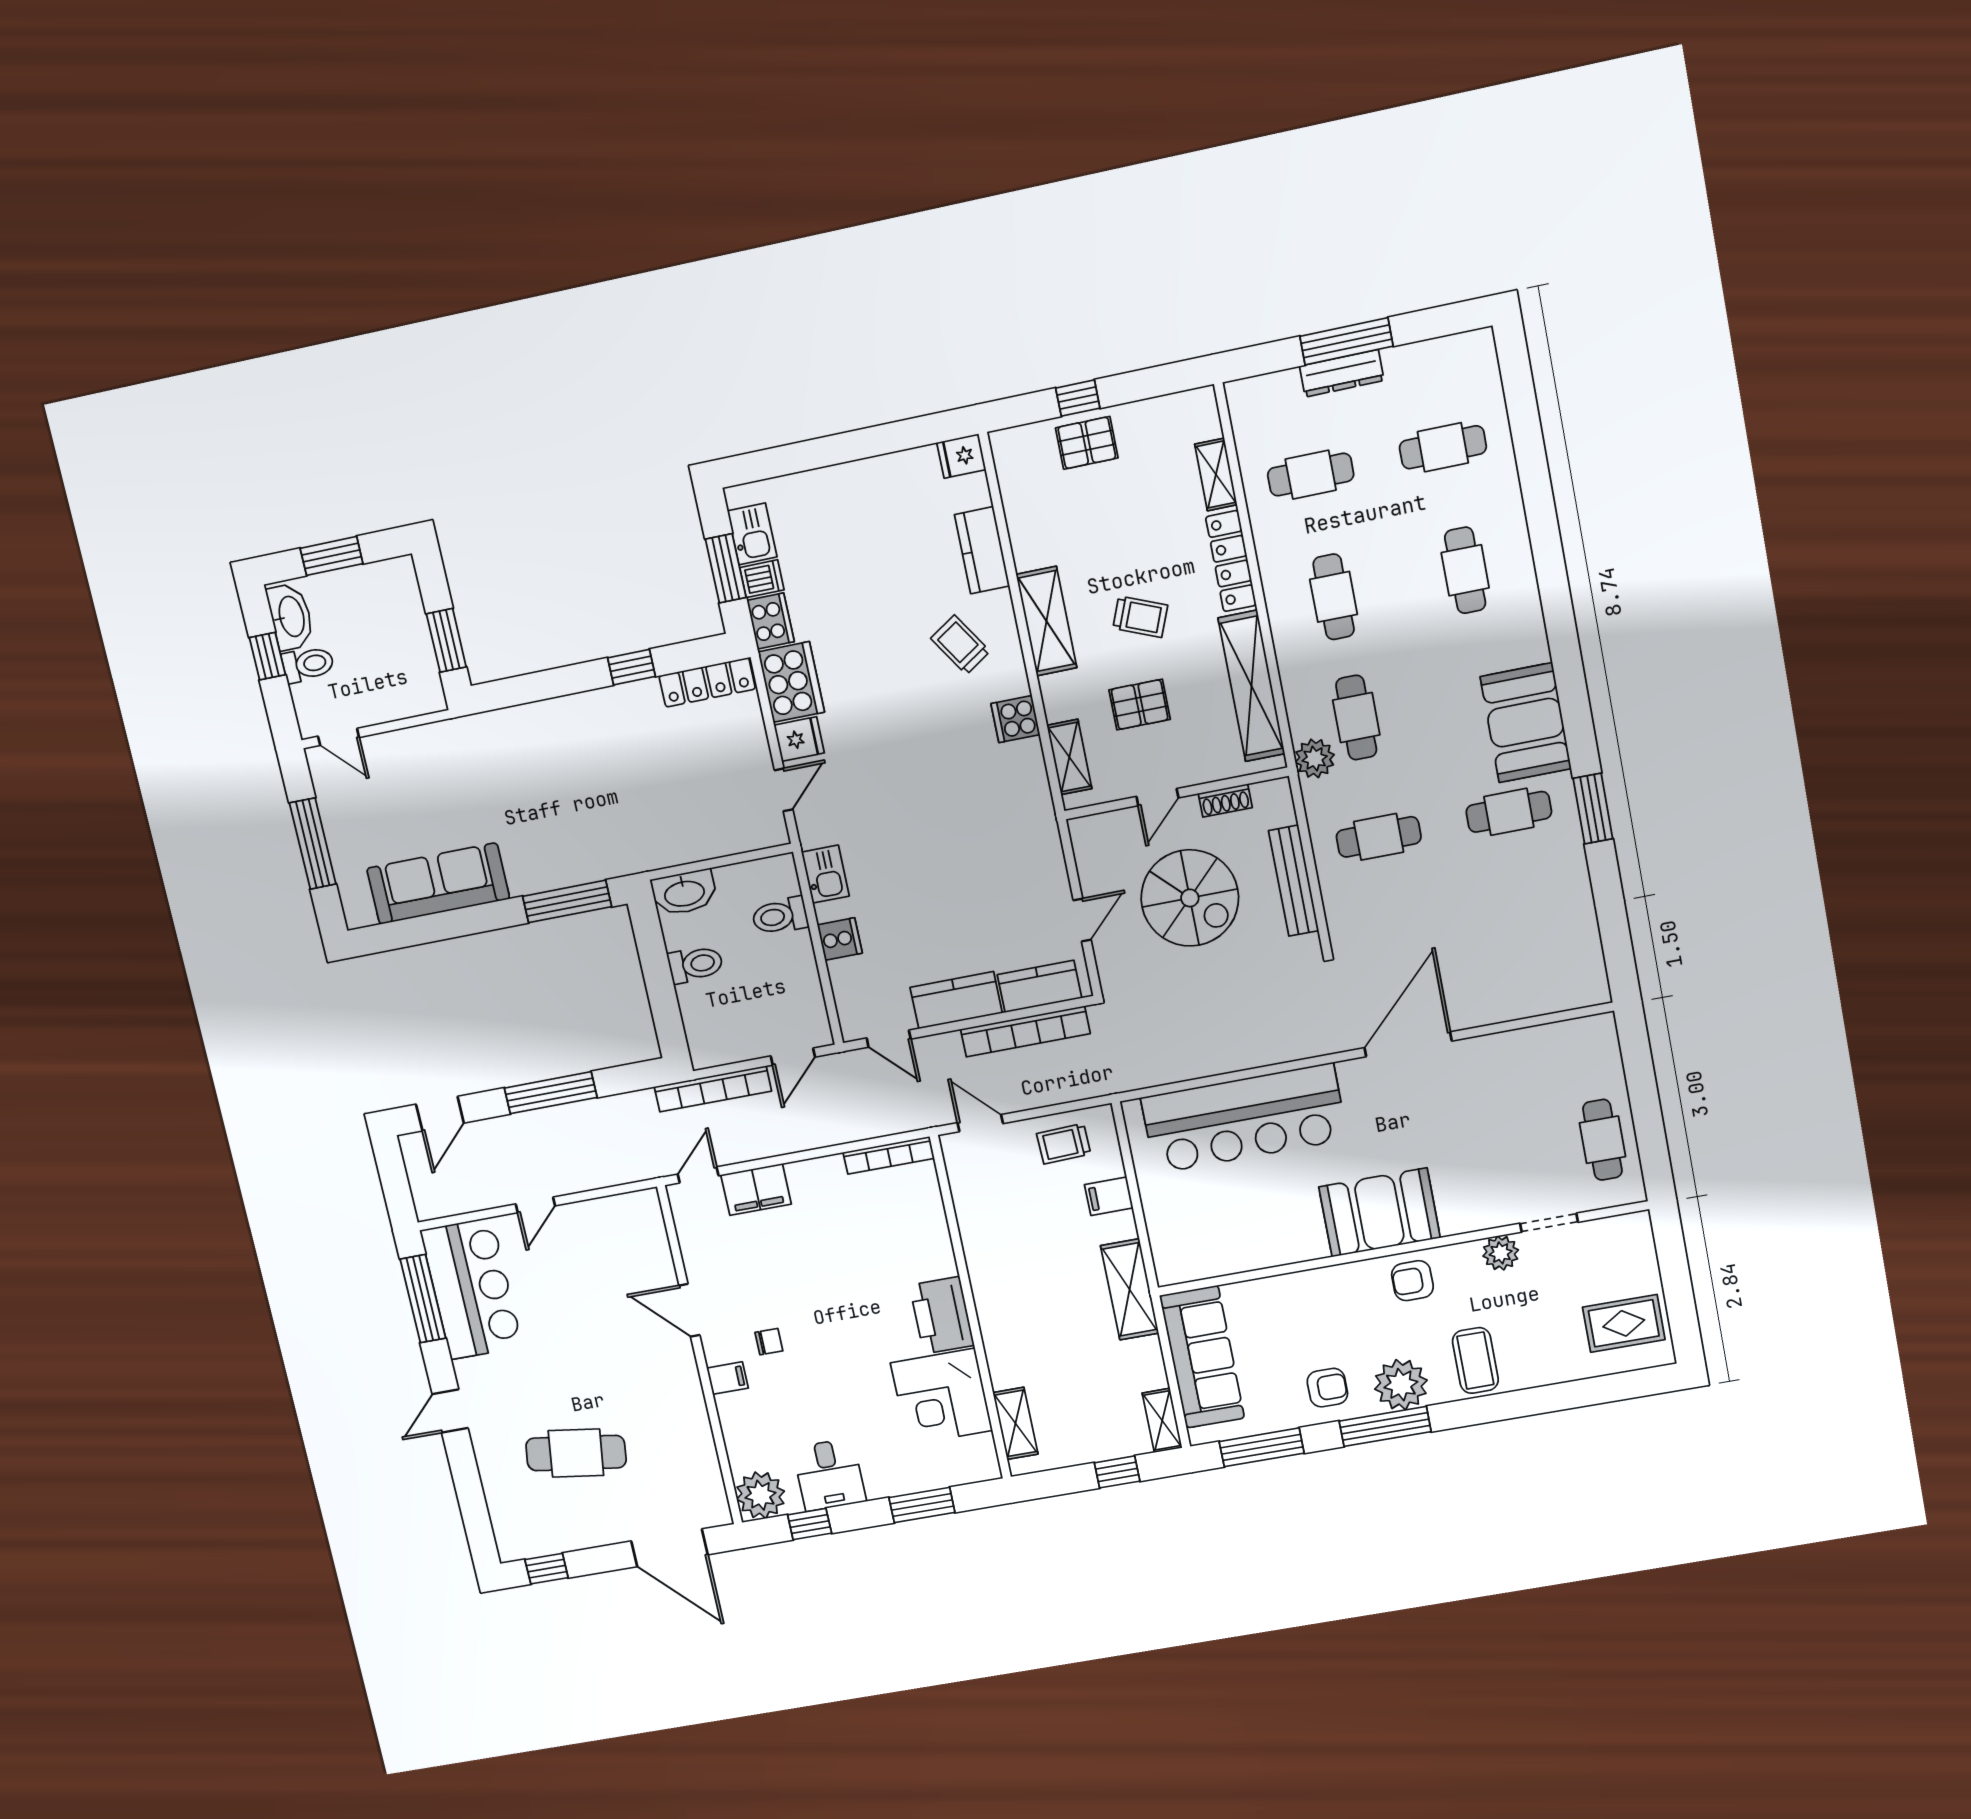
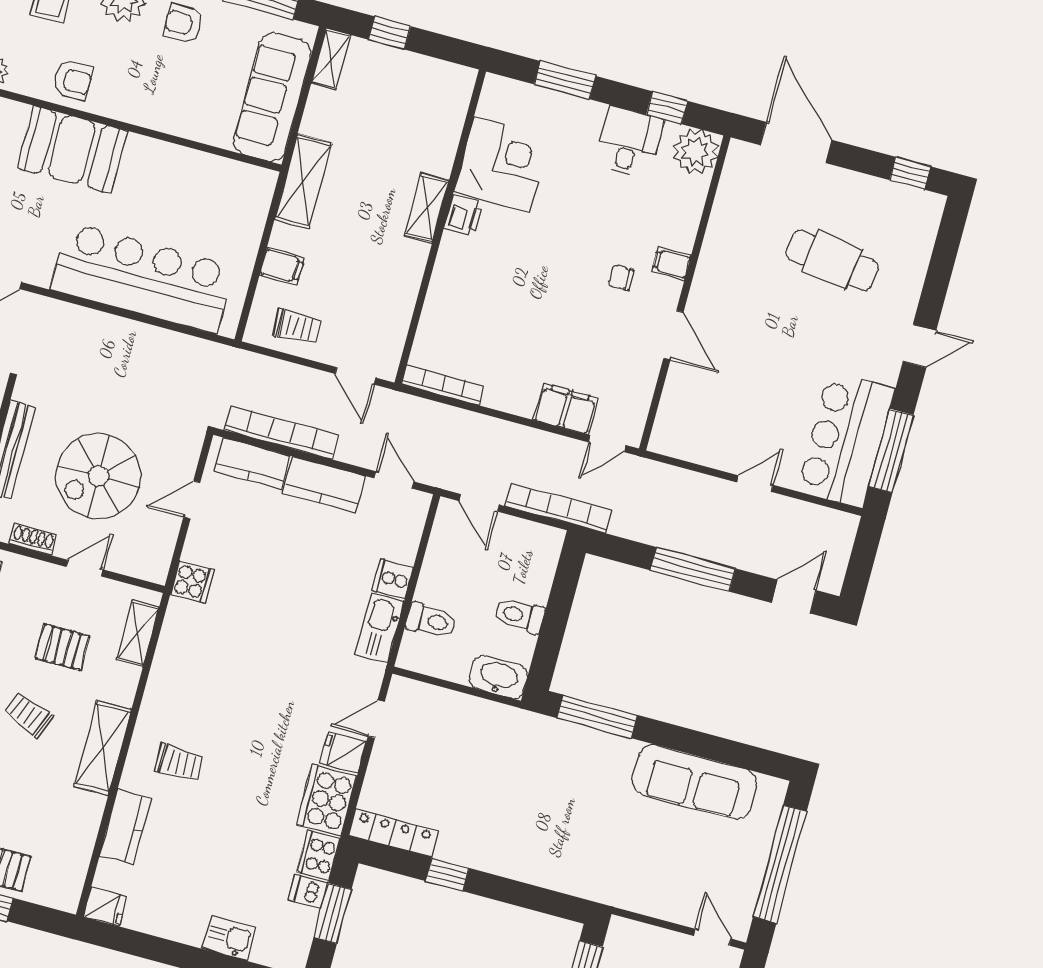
kitchen sink: (752, 534) -> (229, 938), moved, turned 90
trolley: (960, 645) -> (179, 763), turned -57
cooker: (1016, 719) -> (192, 582), moved
window: (313, 844) -> (780, 864), width x1.46
kitchen sink: (825, 874) -> (380, 628), width x1.38
spiral stairs: (1190, 898) -> (98, 476), turned -90
door: (793, 1057) -> (479, 503), swing flipped
printer: (942, 1315) -> (464, 216), width x0.53, depth x0.68
shelving: (1015, 1423) -> (427, 208), moved

